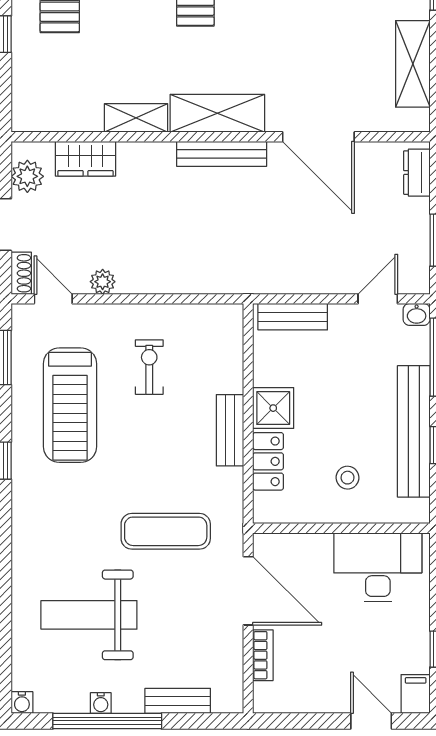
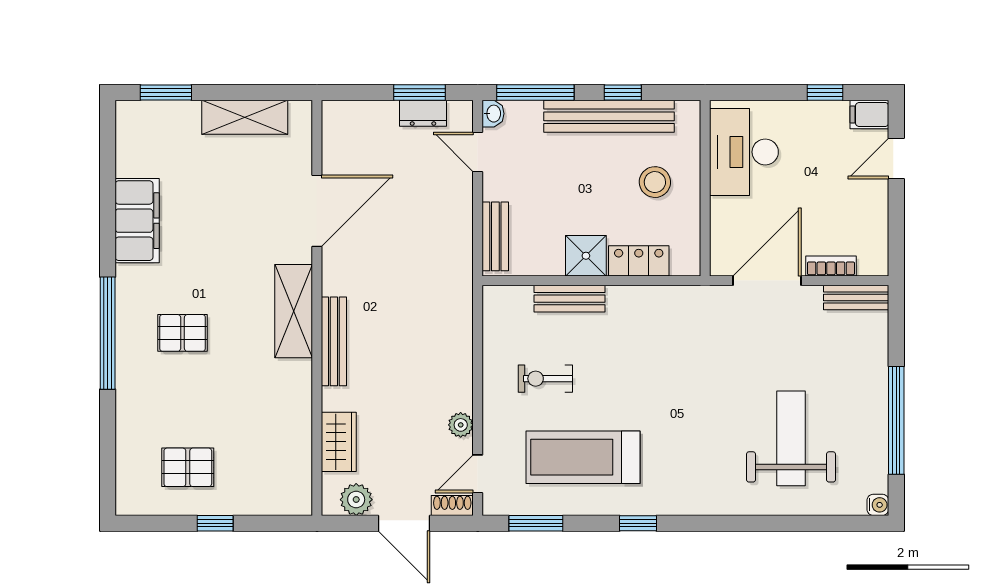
shelving: (136, 118) -> (298, 392), removed
bench: (222, 154) -> (334, 341), moved
dresser: (417, 173) -> (423, 113), moved
treadmill: (70, 405) -> (583, 457), turned 180
bench: (230, 430) -> (570, 299), moved
stool: (348, 478) -> (655, 182), width x1.37, depth x1.37
exercise mat: (166, 531) -> (708, 362), removed
weight bench: (89, 615) -> (791, 438), turned 180
bench: (178, 701) -> (856, 297), moved, turned 90
water cooler: (101, 703) -> (878, 427), removed

